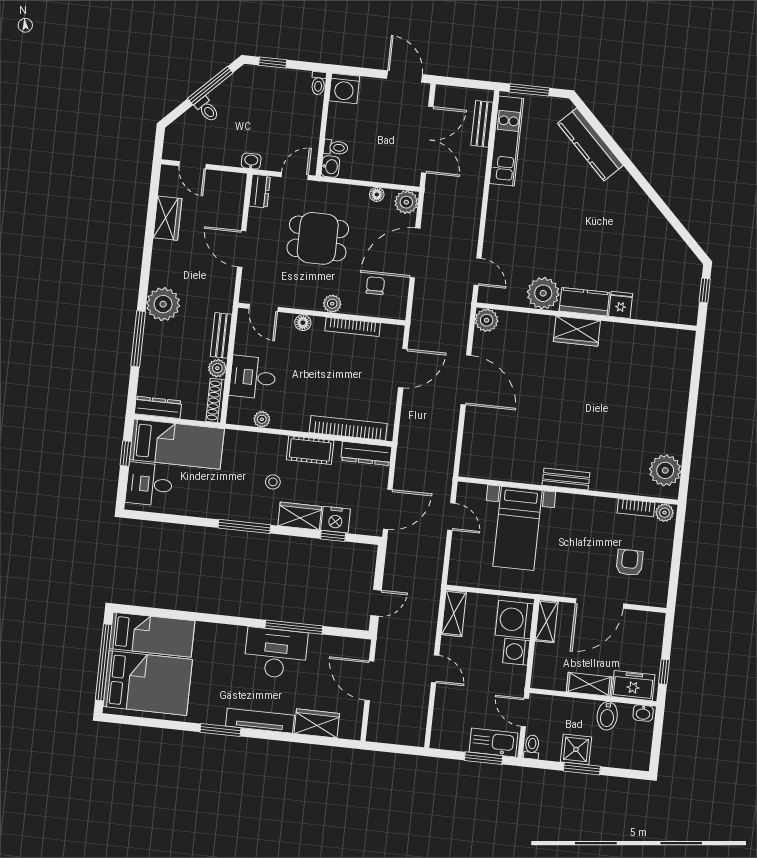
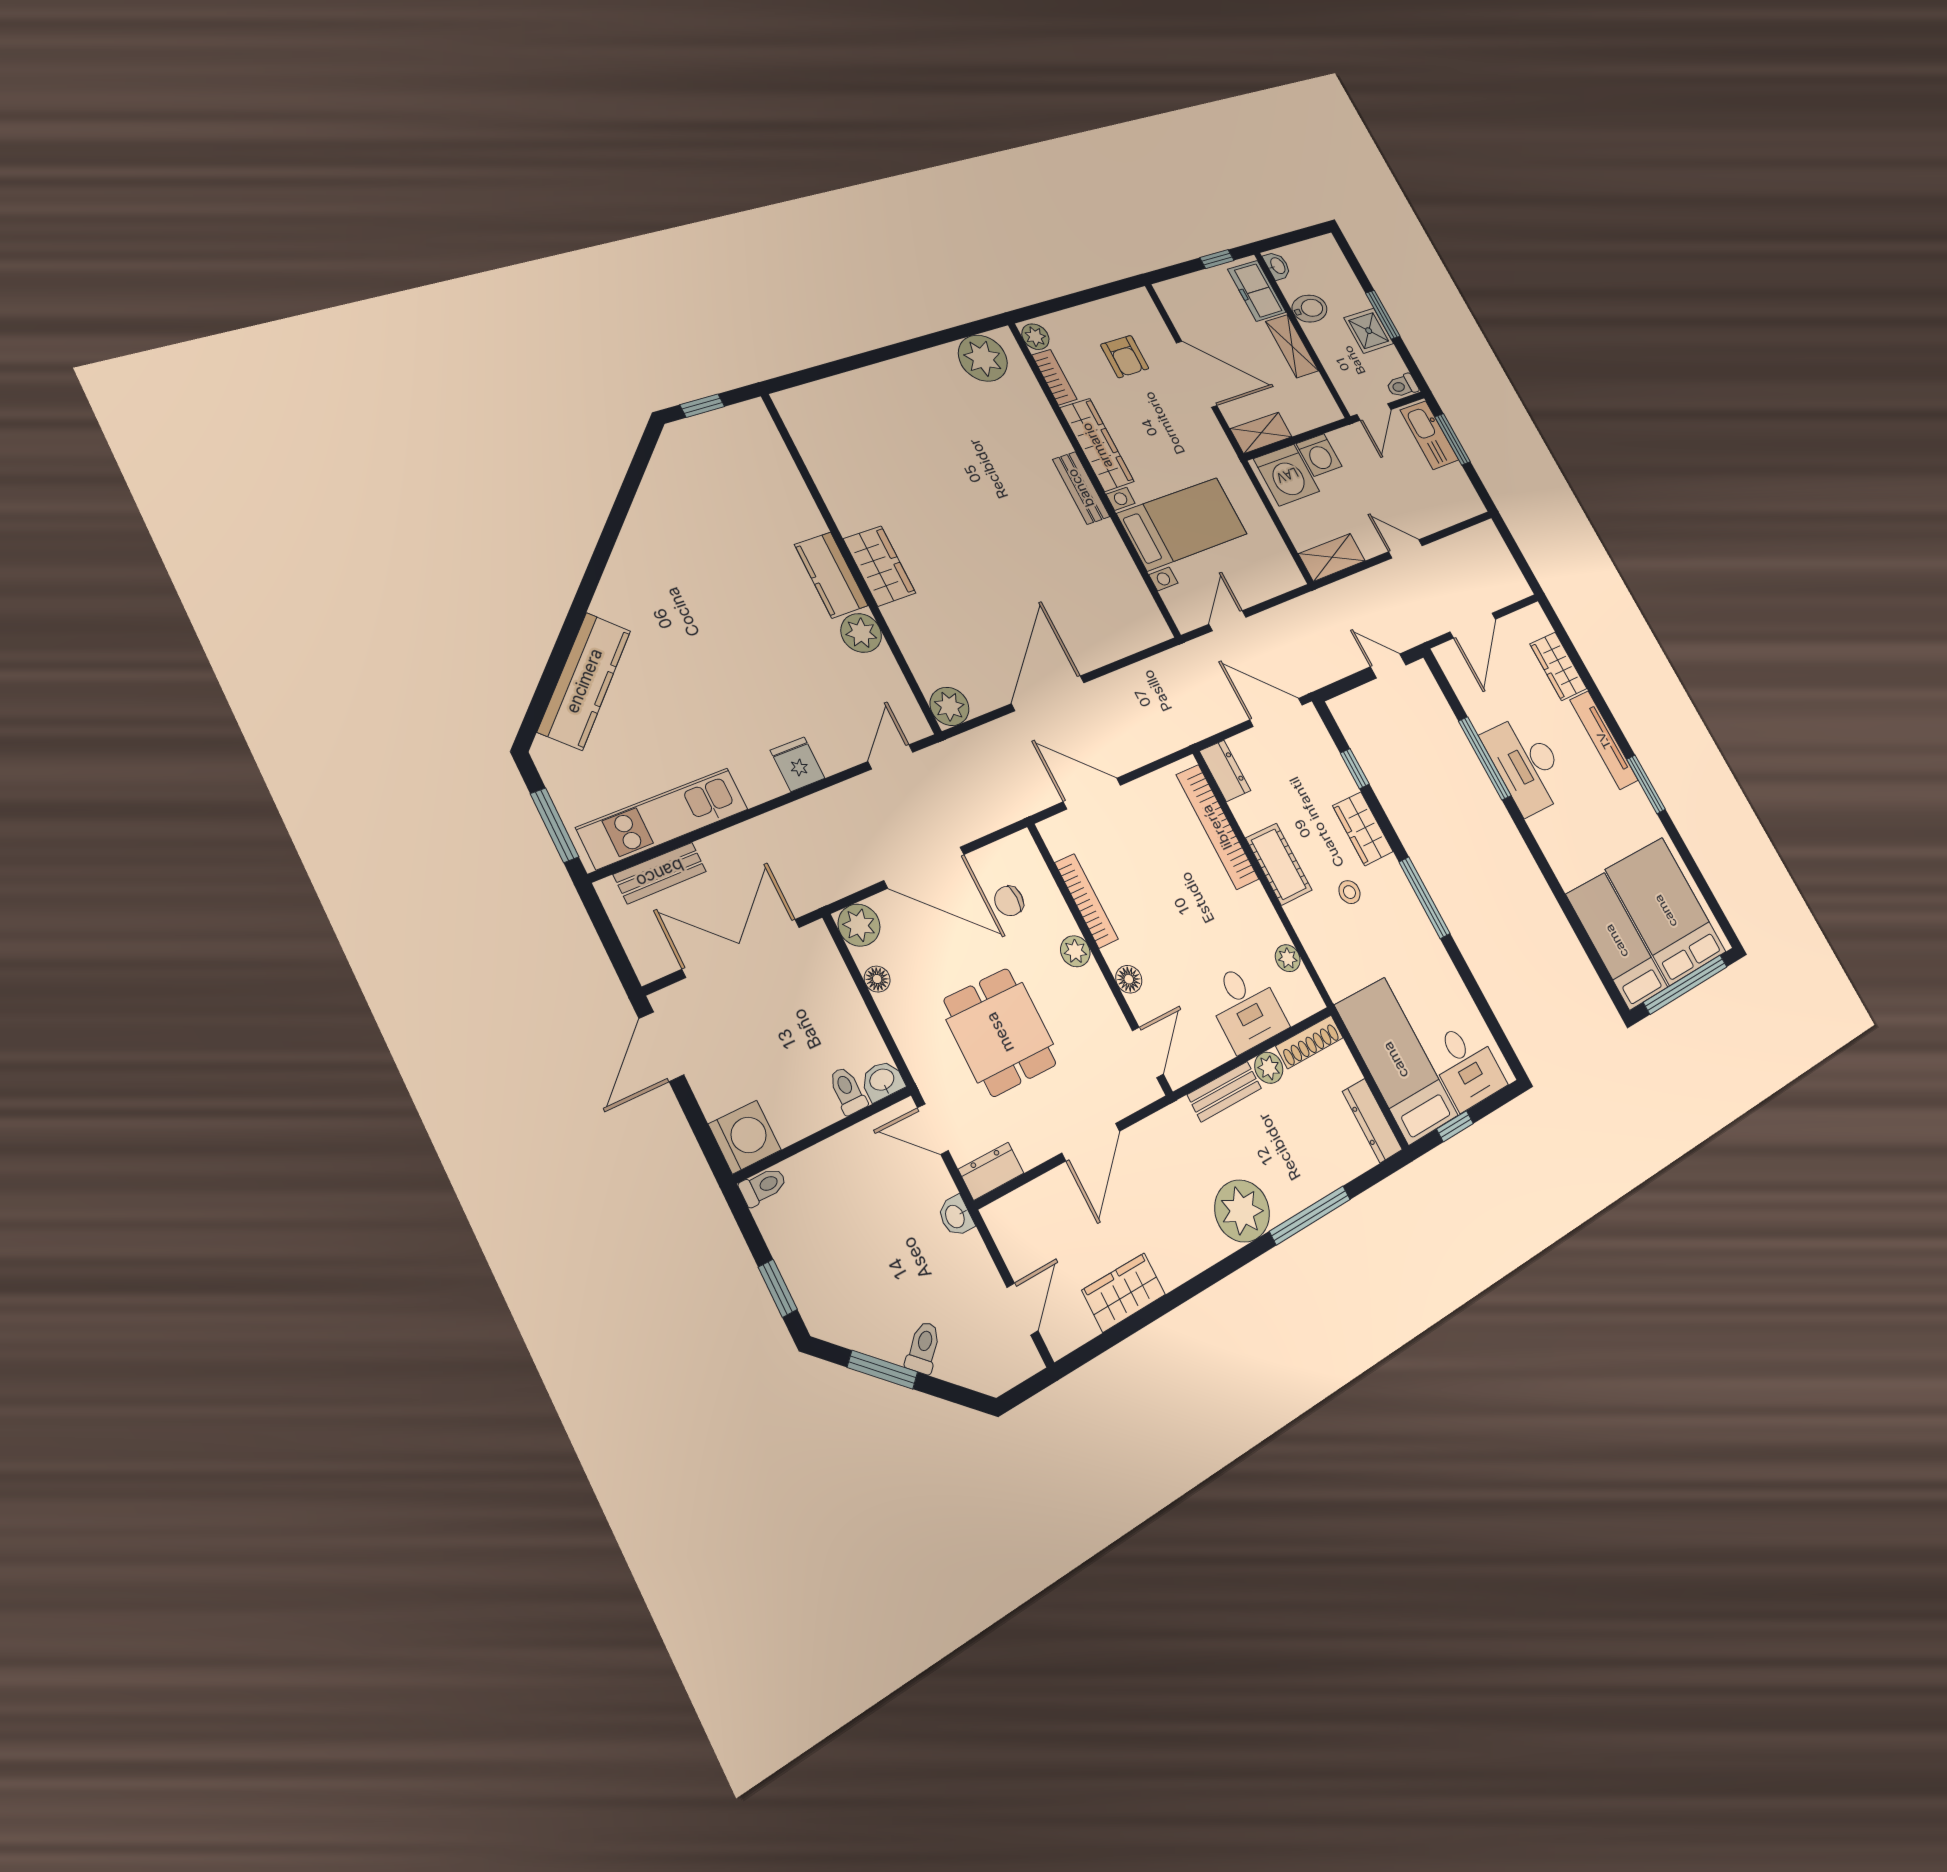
window: (210, 86) -> (883, 1370), width x0.69
plant: (543, 293) -> (861, 633), width x0.73, depth x0.73
fridge: (621, 305) -> (798, 764), moved, turned 90
dresser: (366, 453) -> (1225, 771), width x0.70
wardrobe: (586, 507) -> (1097, 445), added
nightstand: (336, 520) -> (1335, 777), removed
armchair: (629, 563) -> (1125, 357), turned -90
door: (435, 669) -> (1405, 549), hinge flipped

